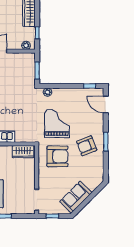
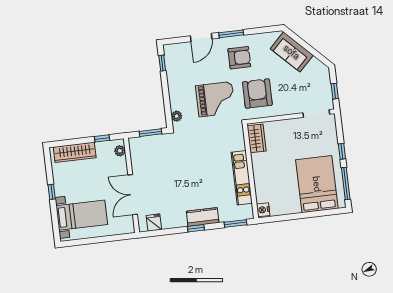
door: (106, 105) -> (201, 37), moved
grand piano: (57, 124) -> (215, 99), turned 180
armchair: (87, 146) -> (239, 58), turned -69
sofa: (76, 197) -> (292, 52), moved

